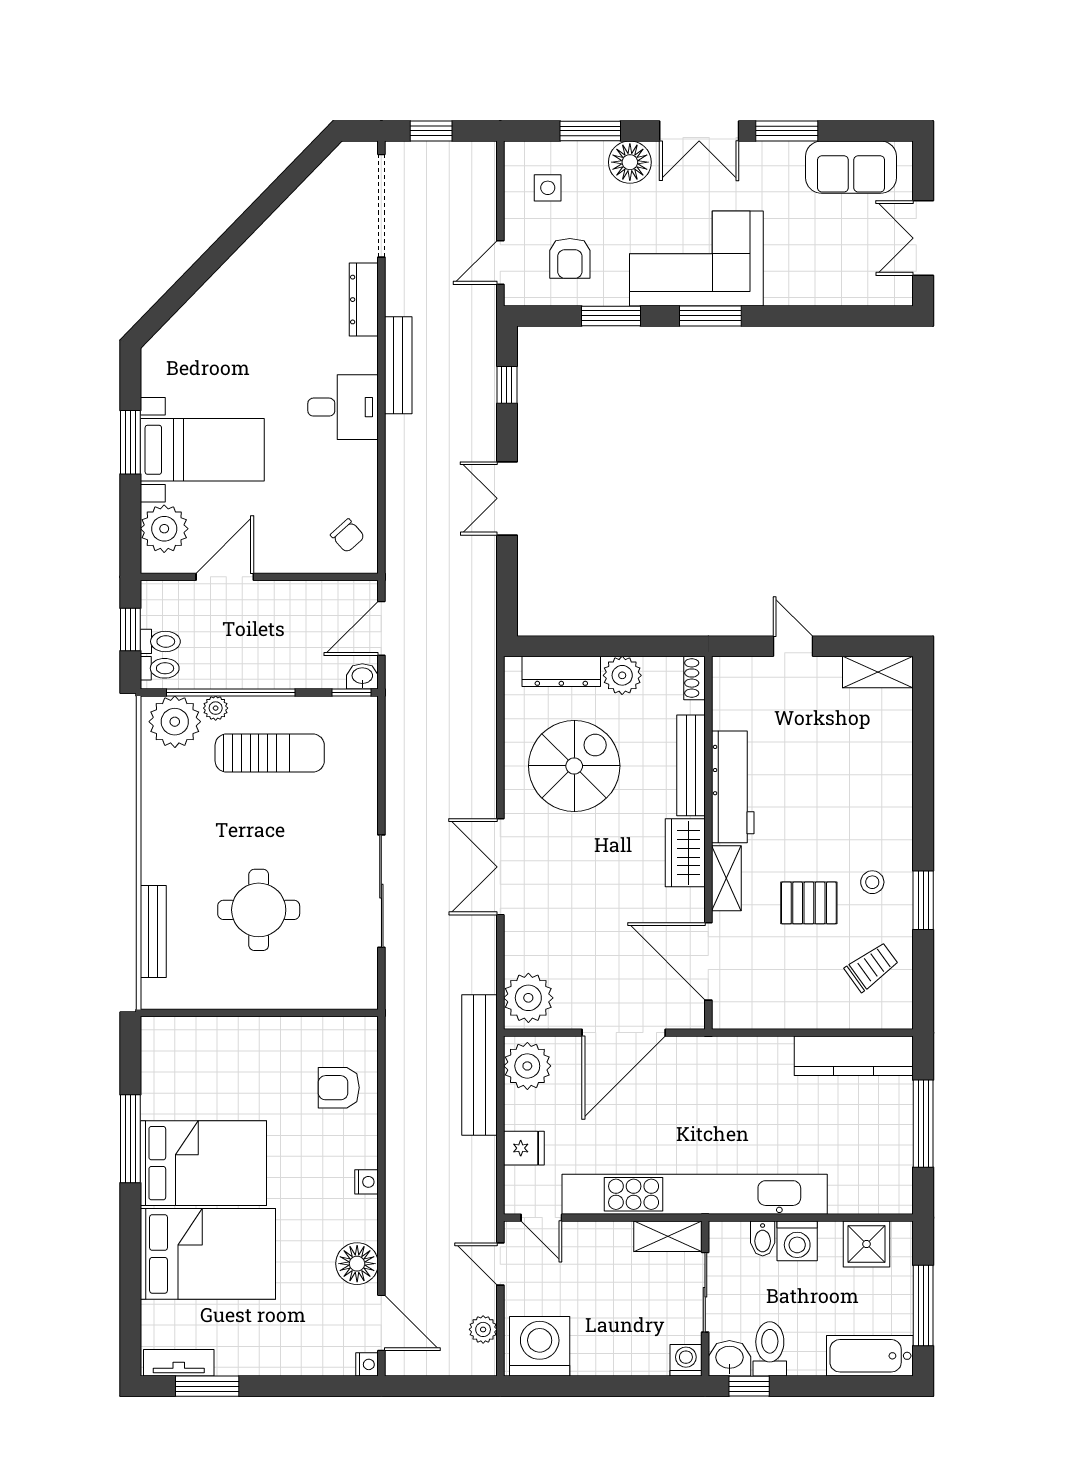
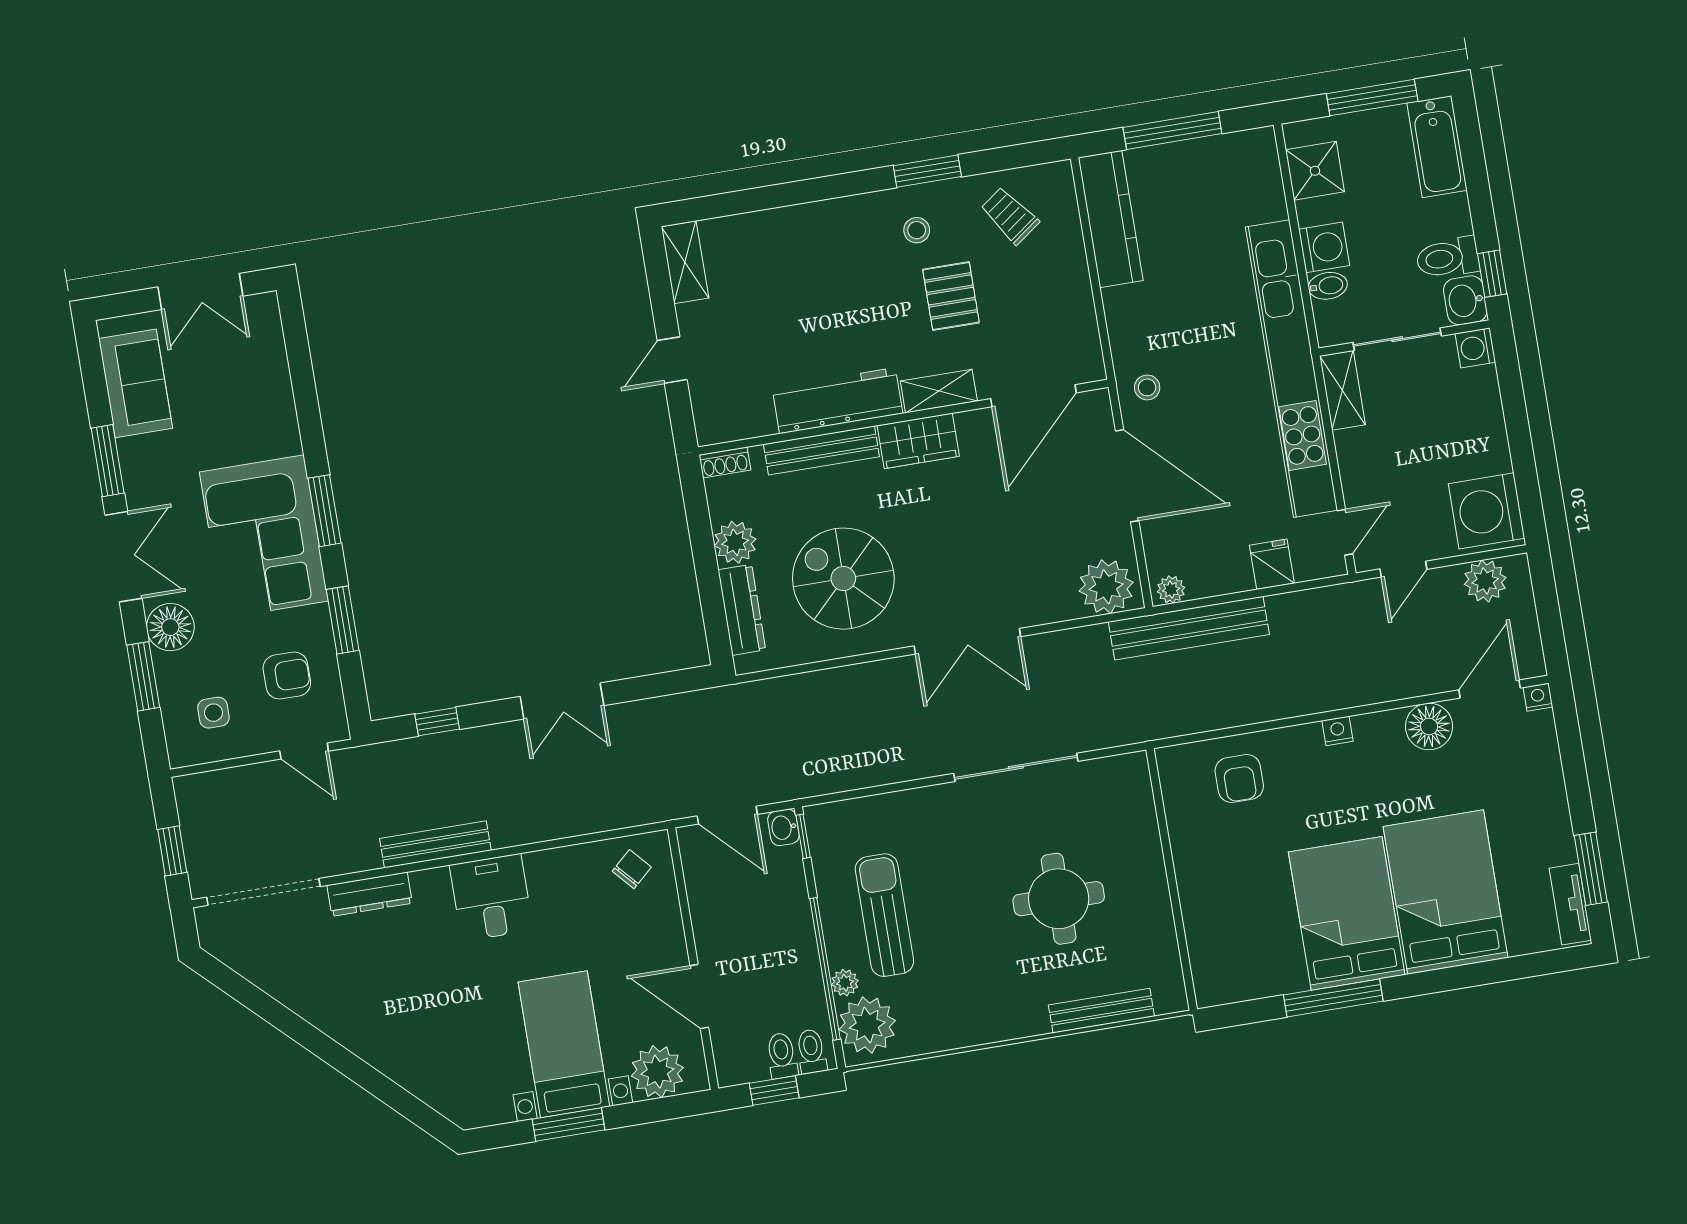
stool: (699, 1063) -> (1147, 387), added
plant: (527, 1066) -> (1171, 590), width x0.53, depth x0.53
plant: (483, 1329) -> (1485, 581), width x1.38, depth x1.38

